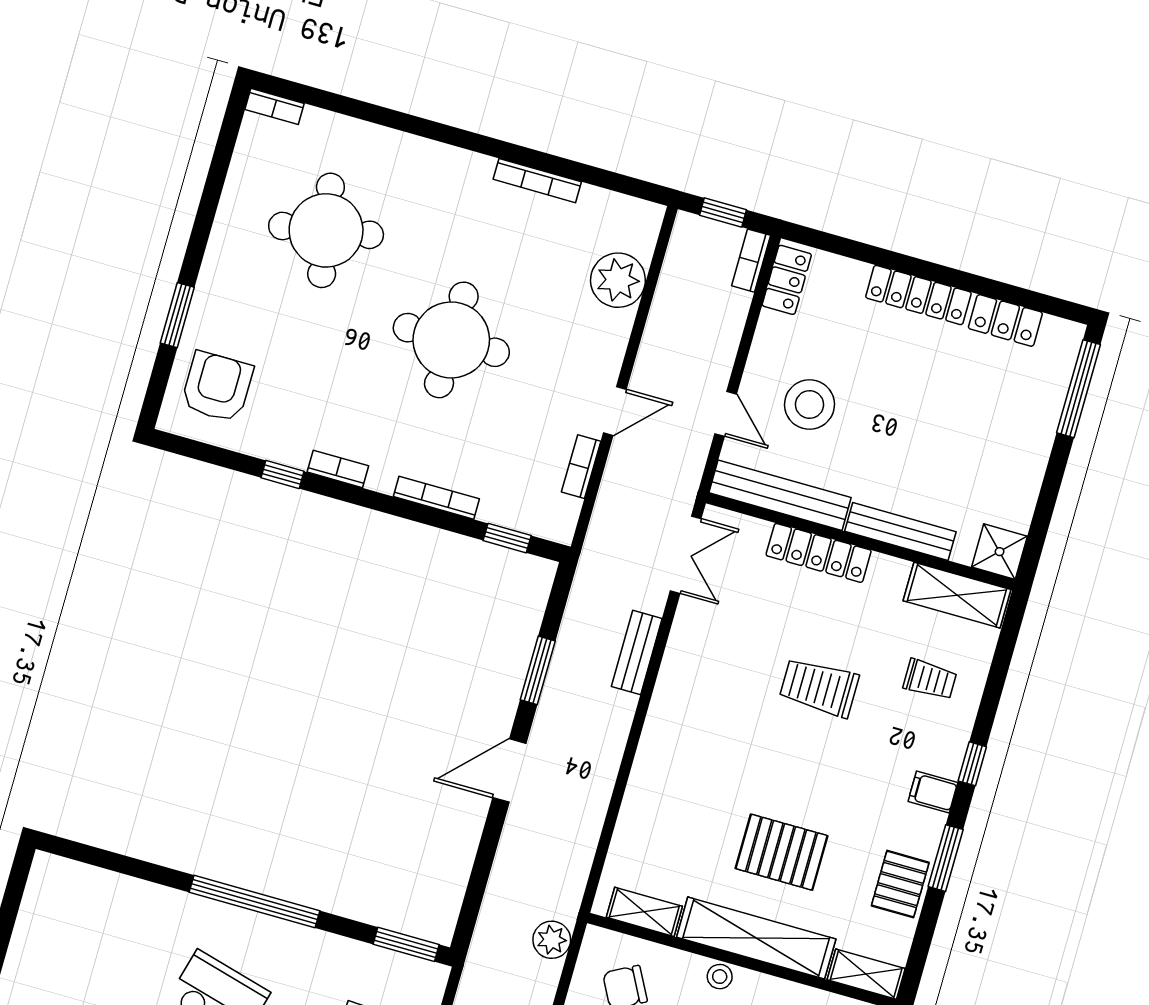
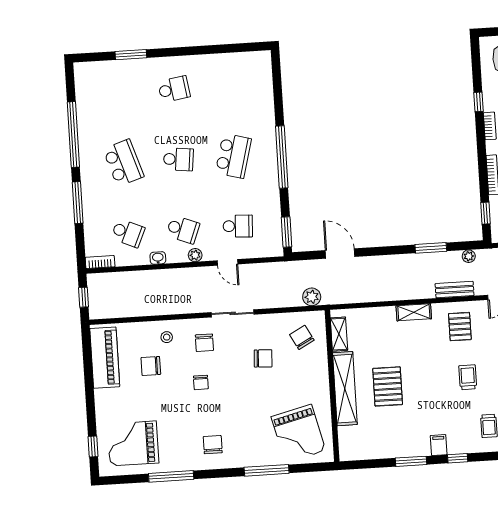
plant: (581, 601) -> (469, 256), added
trolley: (819, 687) -> (468, 377), width x0.73, depth x0.72
door: (509, 771) -> (340, 254), moved
pallet: (900, 884) -> (460, 327), moved, turned 90
shelving: (866, 974) -> (414, 312), moved, turned 90
stool: (720, 977) -> (322, 378), removed

